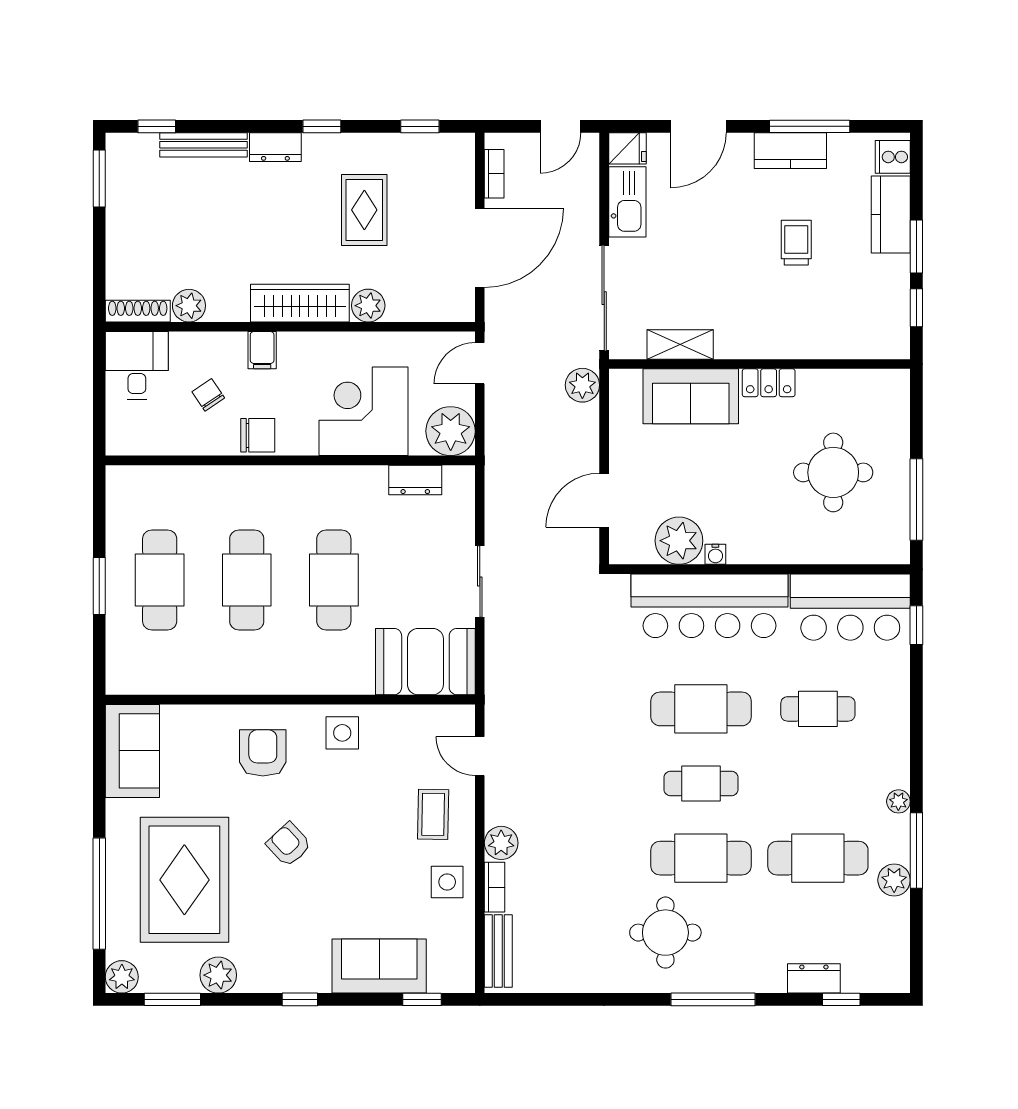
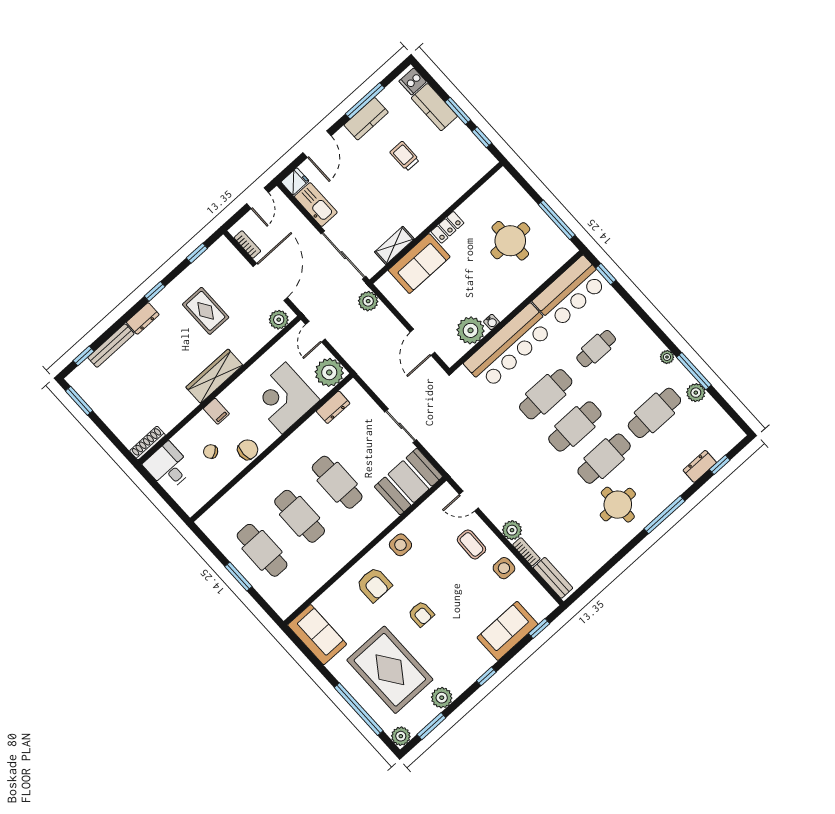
plant: (189, 306) -> (167, 421), removed
plant: (368, 306) -> (279, 320), moved
armchair: (263, 753) -> (374, 585), turned 180
cafe table: (701, 784) -> (575, 426), width x1.37, depth x1.35
armchair: (289, 844) -> (421, 614), turned -137

